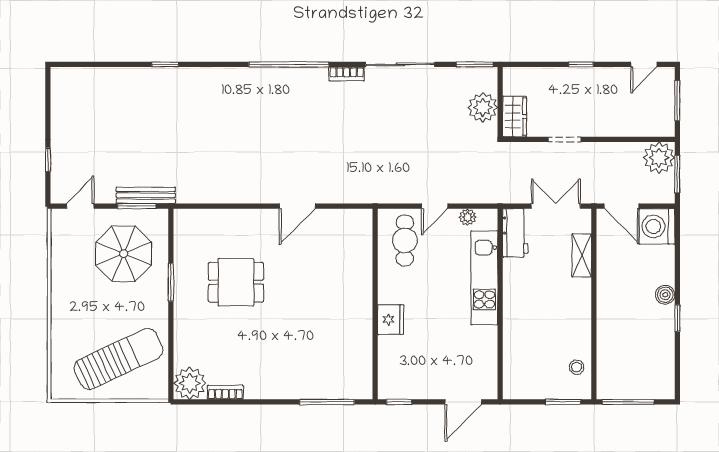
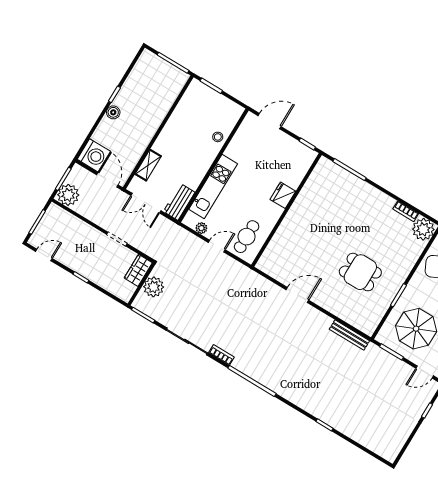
bench: (146, 195) -> (349, 335), moved
stool: (577, 367) -> (218, 137), moved

